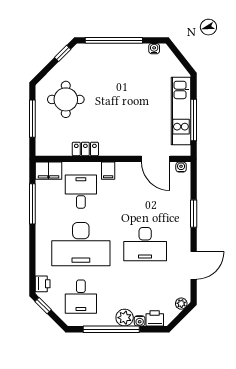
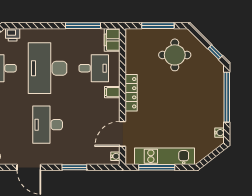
locker: (85, 149) -> (131, 93), moved, width x1.53

